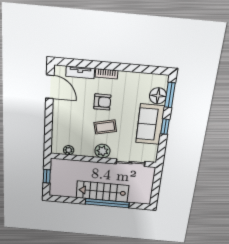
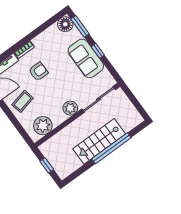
floor lamp: (158, 96) -> (65, 24), moved
coffee table: (105, 127) -> (23, 101), moved
plant: (69, 150) -> (43, 126), width x1.87, depth x1.87
sliding door: (130, 163) -> (99, 99), width x1.37

